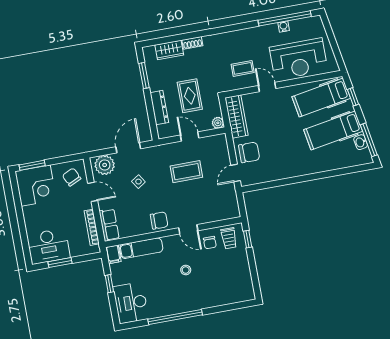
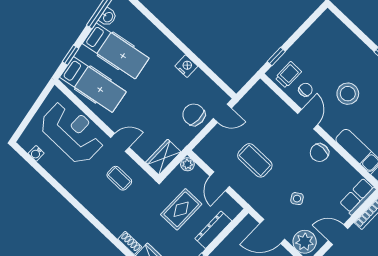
window: (285, 18) -> (44, 173), removed
water cooler: (284, 27) -> (36, 153), moved
door: (267, 87) -> (120, 142), swing flipped
wardrobe: (236, 117) -> (163, 157), width x0.67
nightstand: (287, 172) -> (186, 66), added
door: (93, 192) -> (338, 235), hinge flipped
chair: (159, 220) -> (319, 153), turned -90
stool: (186, 270) -> (348, 94), width x1.89, depth x1.89

